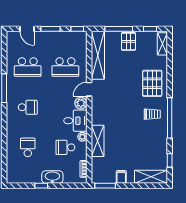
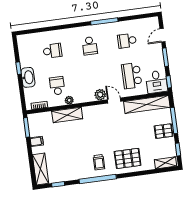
school desk: (28, 67) -> (127, 41), width x0.54
desk: (75, 121) -> (157, 82), moved

